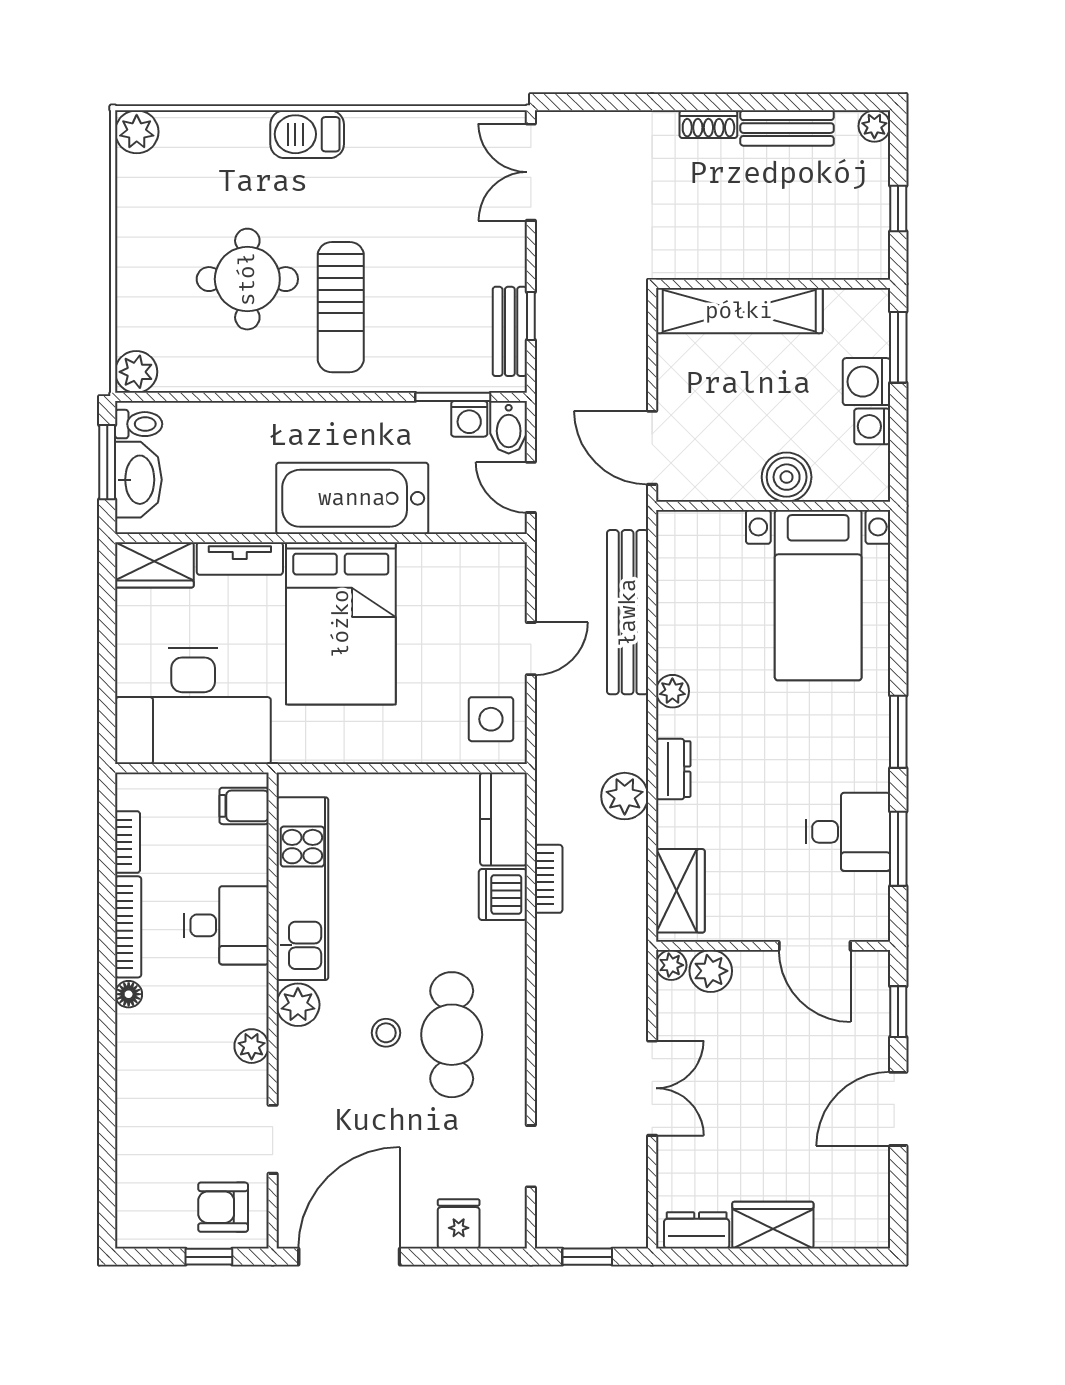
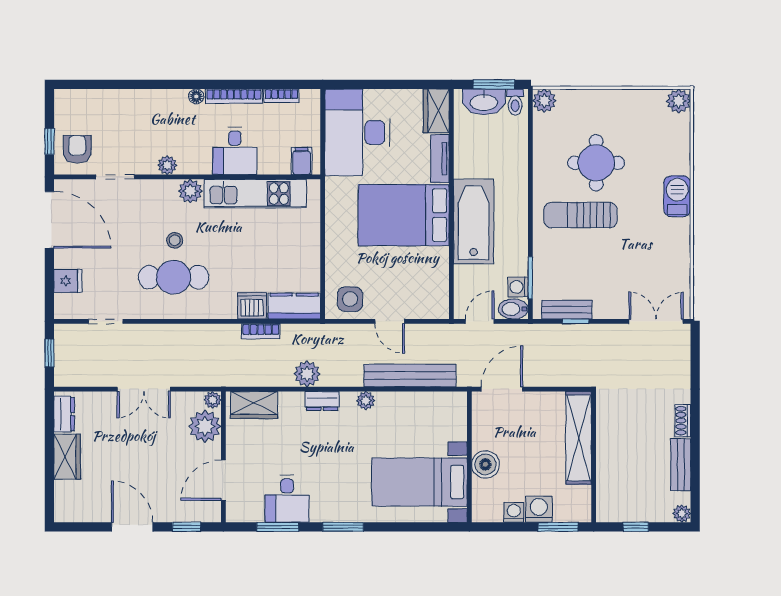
plant: (711, 971) -> (205, 426), width x1.36, depth x1.36

